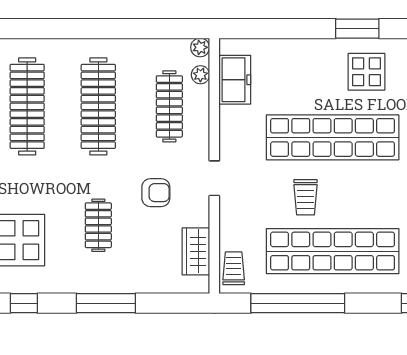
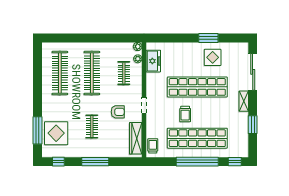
clothes rail: (169, 106) -> (124, 73), width x0.73
wardrobe: (196, 251) -> (136, 138), width x1.50
window: (298, 303) -> (197, 162), moved

